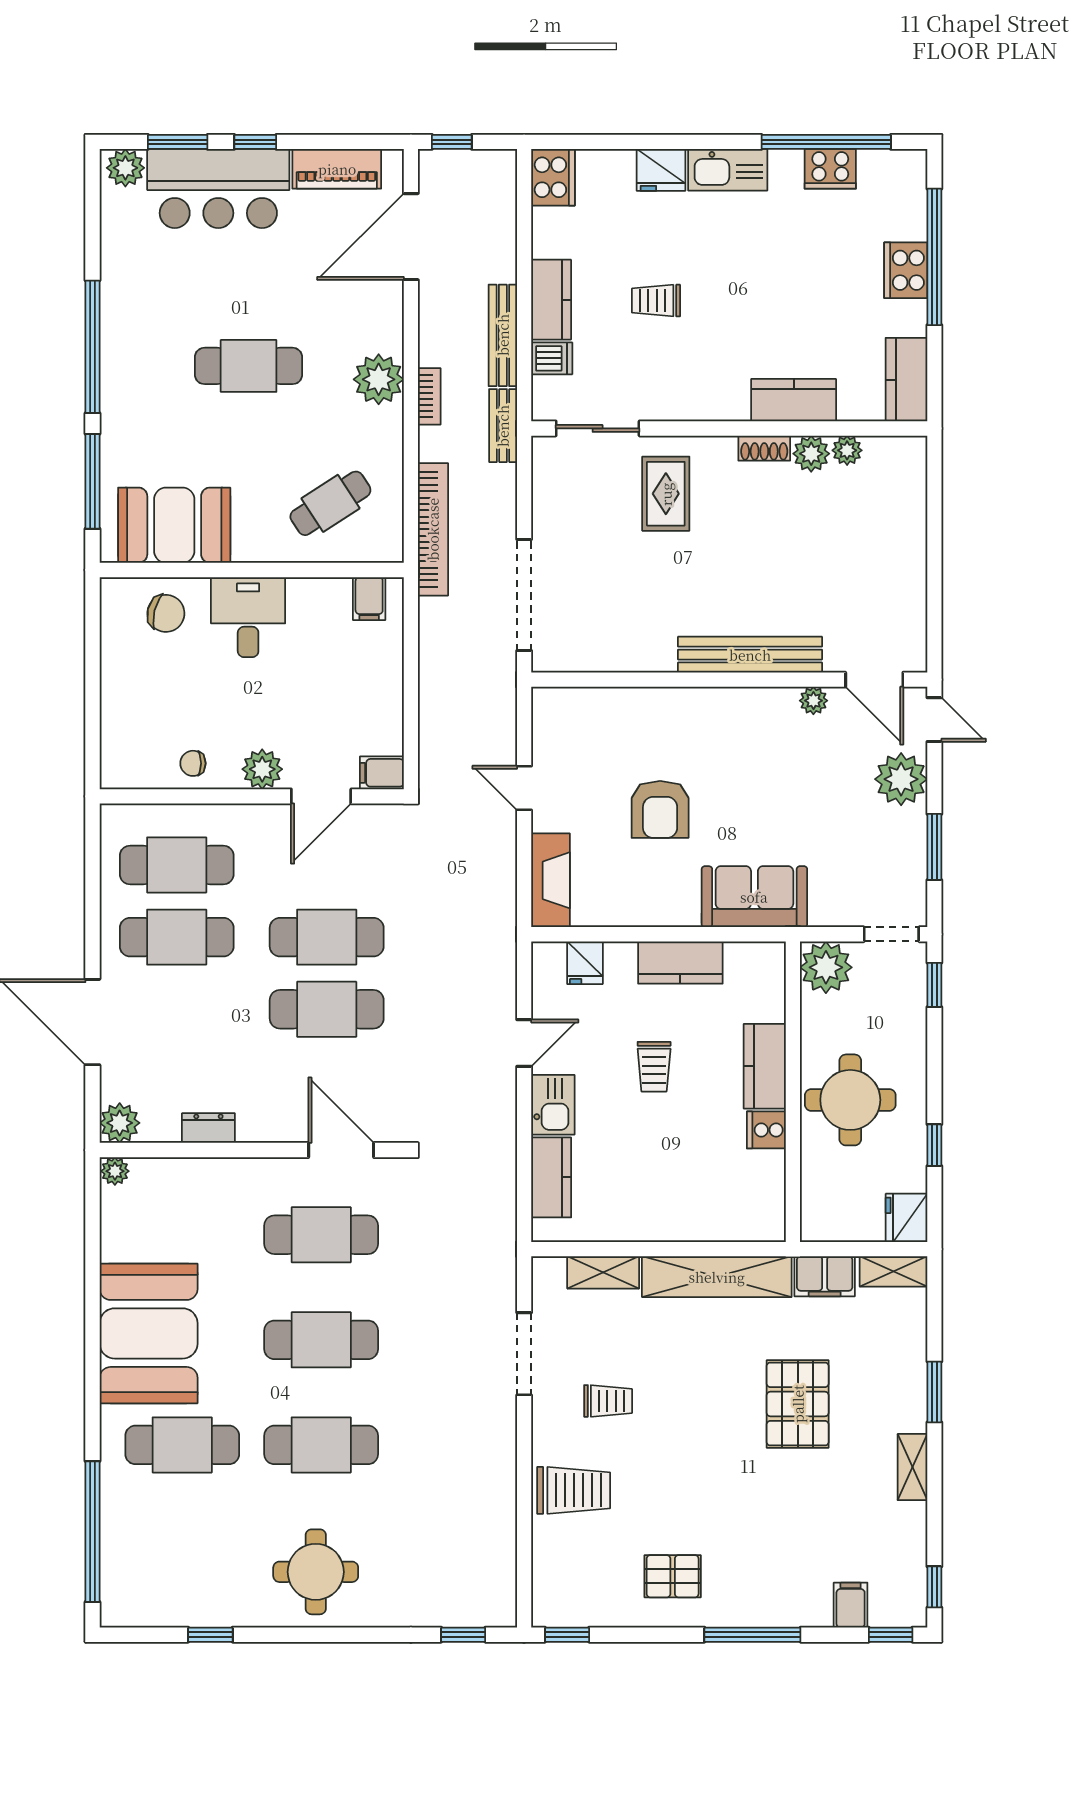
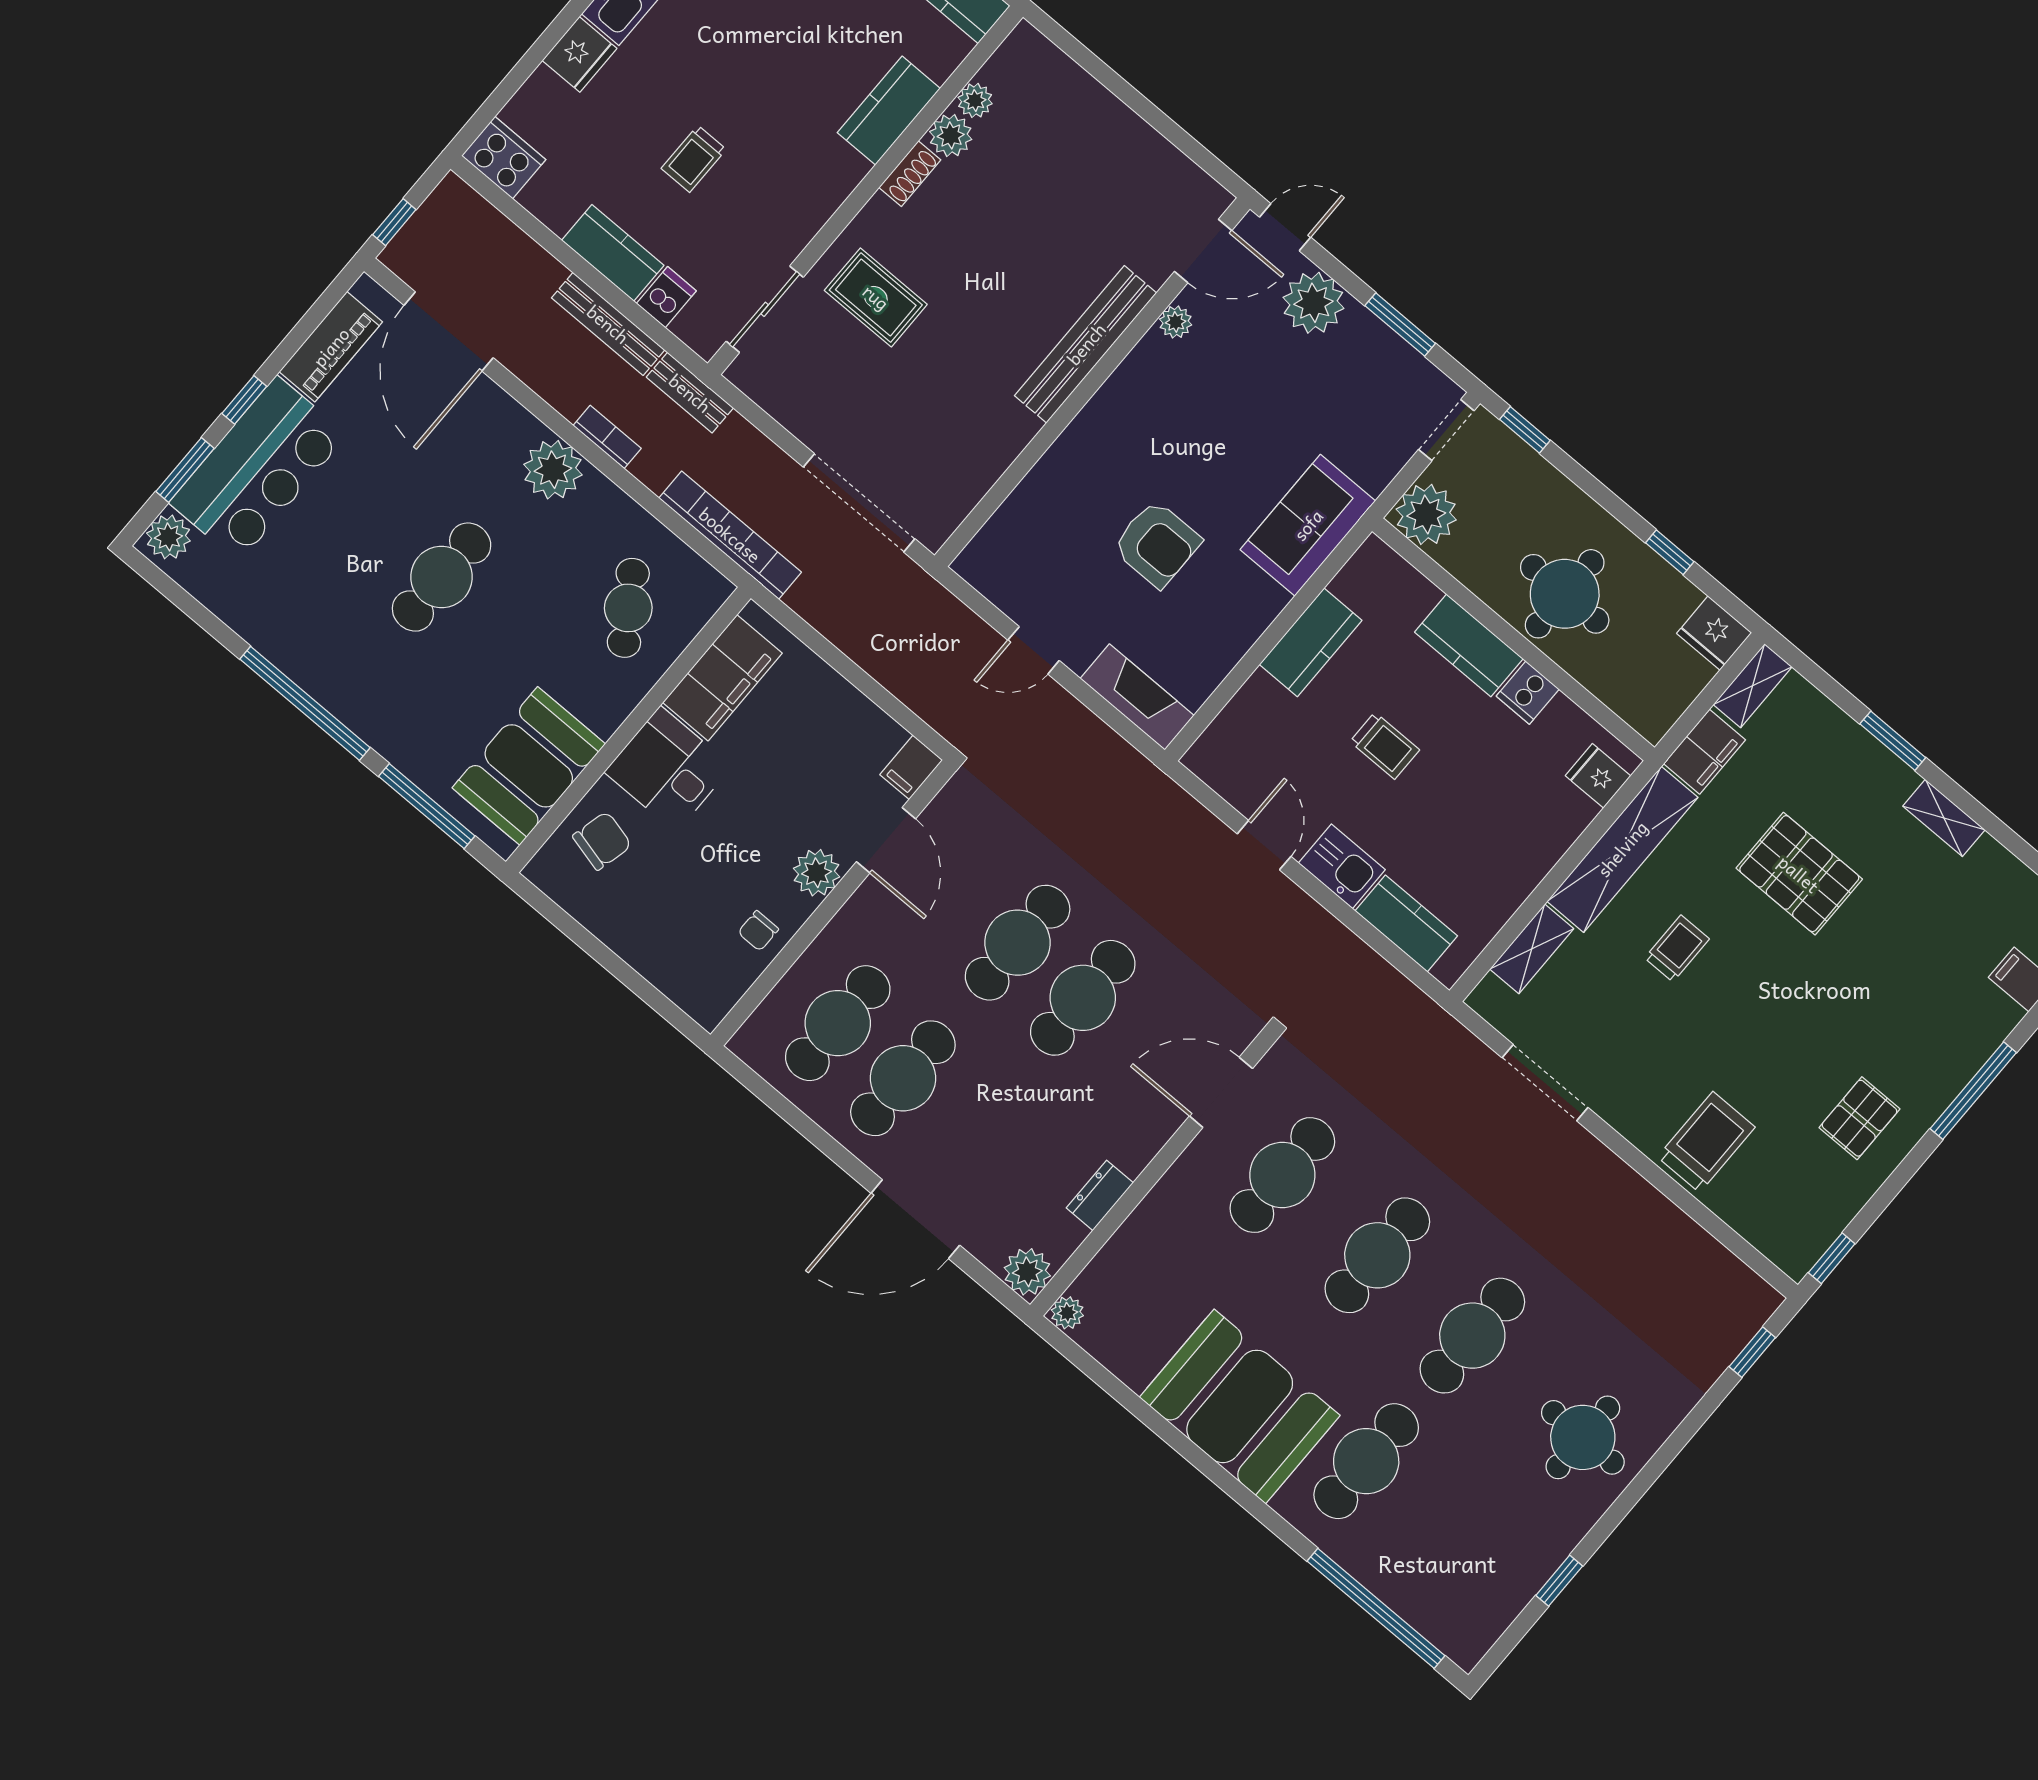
filing cabinet: (369, 599) -> (722, 678), width x3.00, depth x1.17
fridge: (585, 963) -> (1598, 776), moved, turned 180
trolley: (608, 1401) -> (1677, 948), moved

